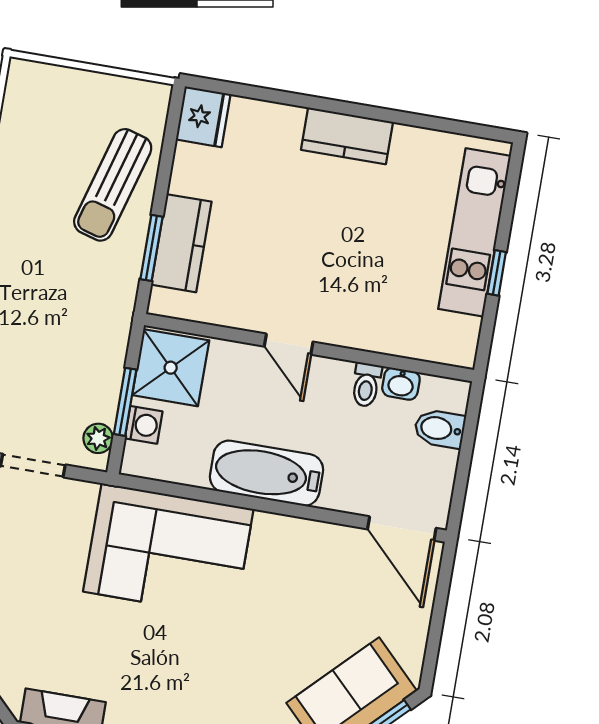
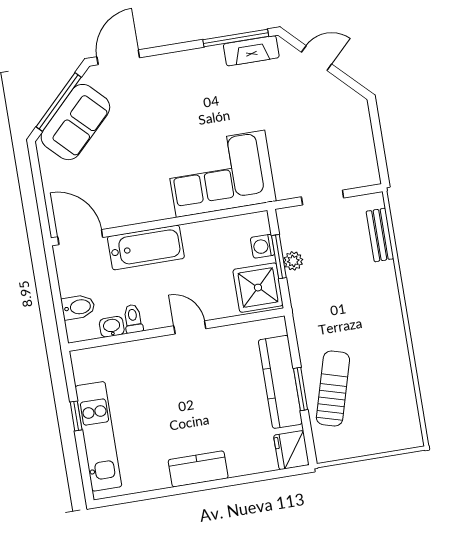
kitchen counter: (181, 243) -> (280, 382), width x1.50
window: (151, 248) -> (301, 389), moved
plant: (98, 438) -> (293, 261), moved
bathtub: (266, 473) -> (146, 247), moved

